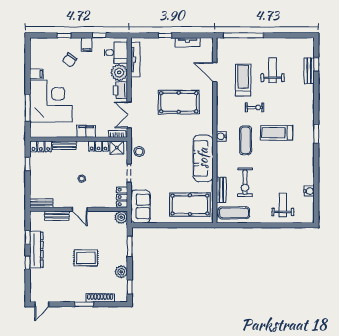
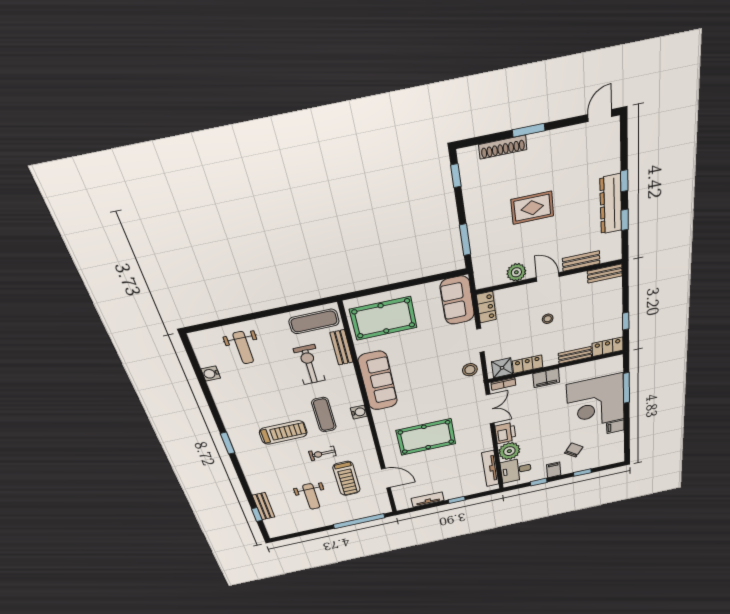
plant: (121, 217) -> (516, 272), moved
plant: (121, 272) -> (473, 197), removed

